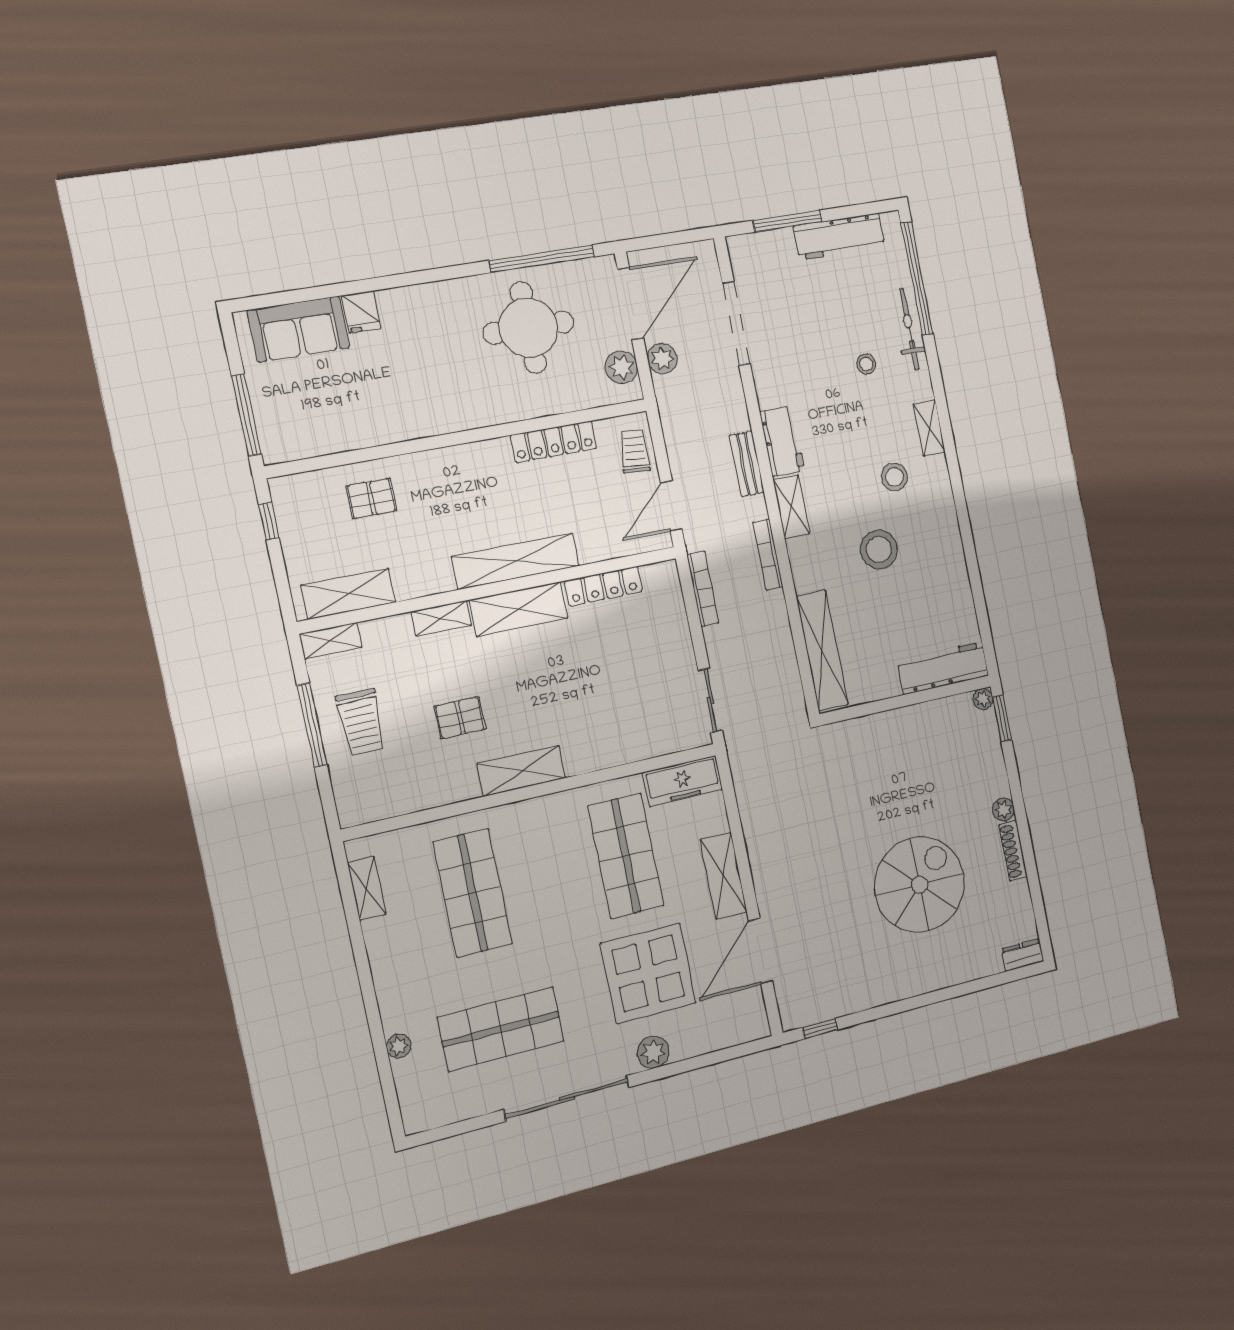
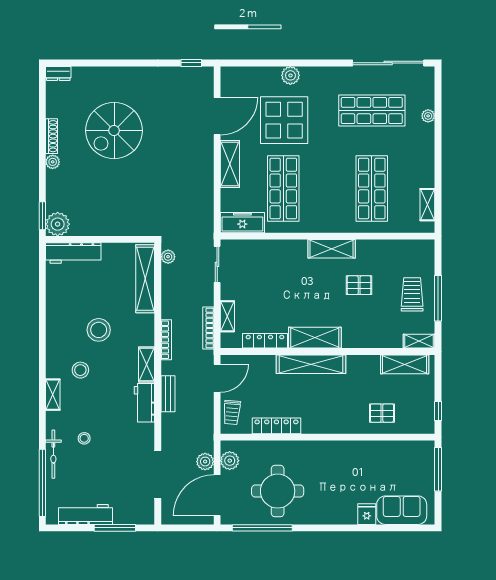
shelving: (441, 618) -> (227, 316), moved, turned 90
plant: (793, 695) -> (168, 257), added
plant: (983, 699) -> (58, 224), width x1.88, depth x1.88
sliding door: (567, 1098) -> (388, 63), moved

